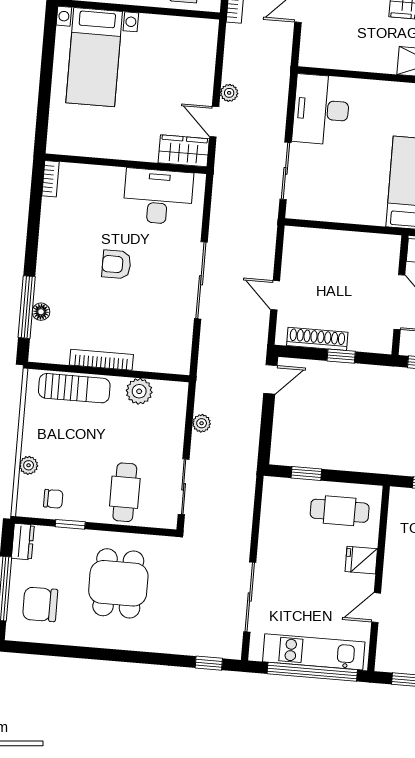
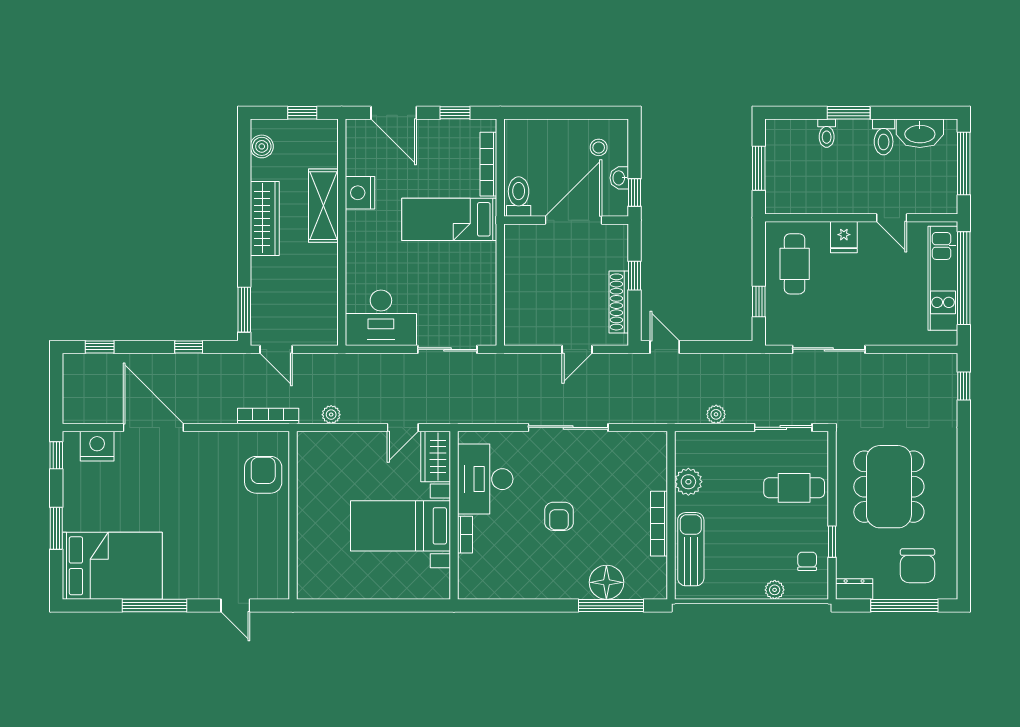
bed with nightstands: (94, 57) -> (400, 526), moved, turned 180
plant: (229, 93) -> (331, 415), moved
bookcase: (50, 179) -> (465, 535), moved, turned 90
floor lamp: (41, 312) -> (606, 582), width x1.89, depth x1.89
dining table: (118, 583) -> (889, 487), width x1.38
sliding door: (250, 597) -> (829, 349), moved

